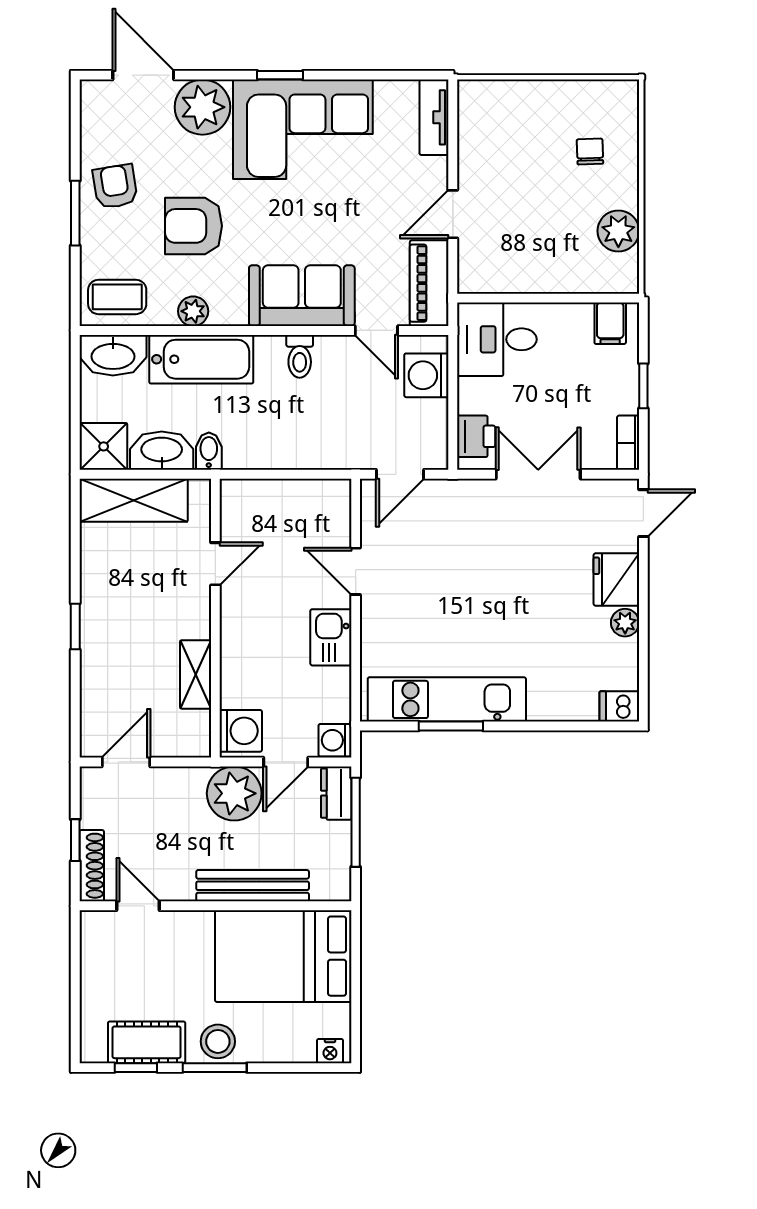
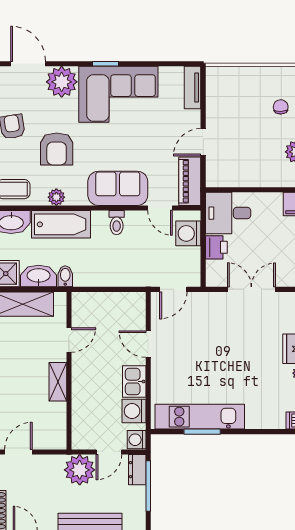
armchair: (194, 226) -> (57, 149), turned -90
printer: (476, 436) -> (216, 247), moved
shelving: (196, 674) -> (58, 382), moved
washing machine: (241, 731) -> (134, 411), moved, turned 180

